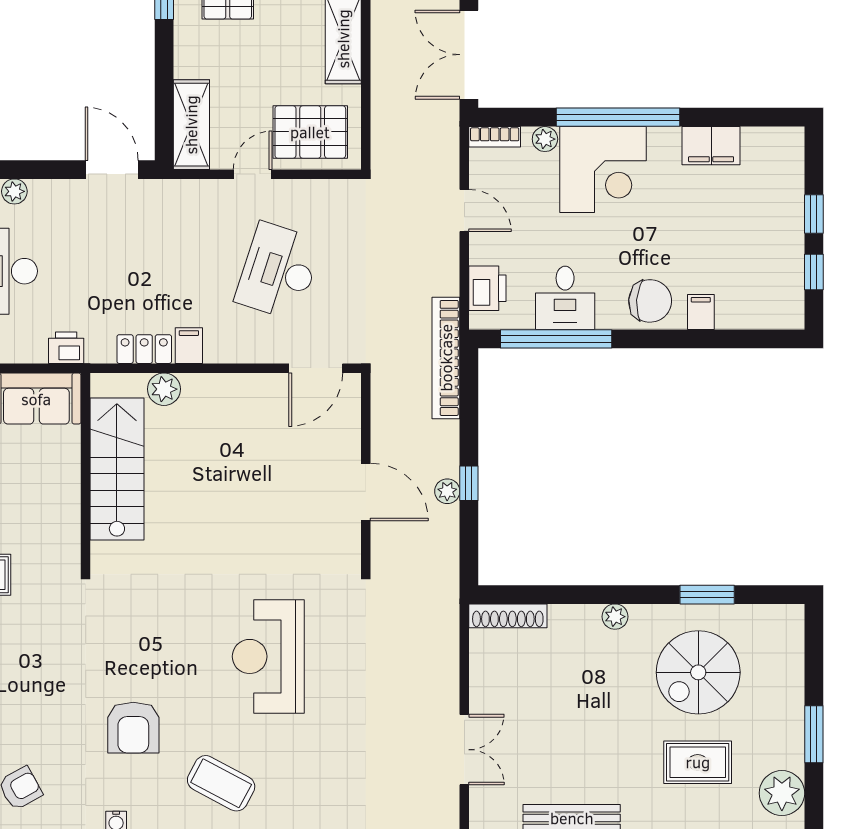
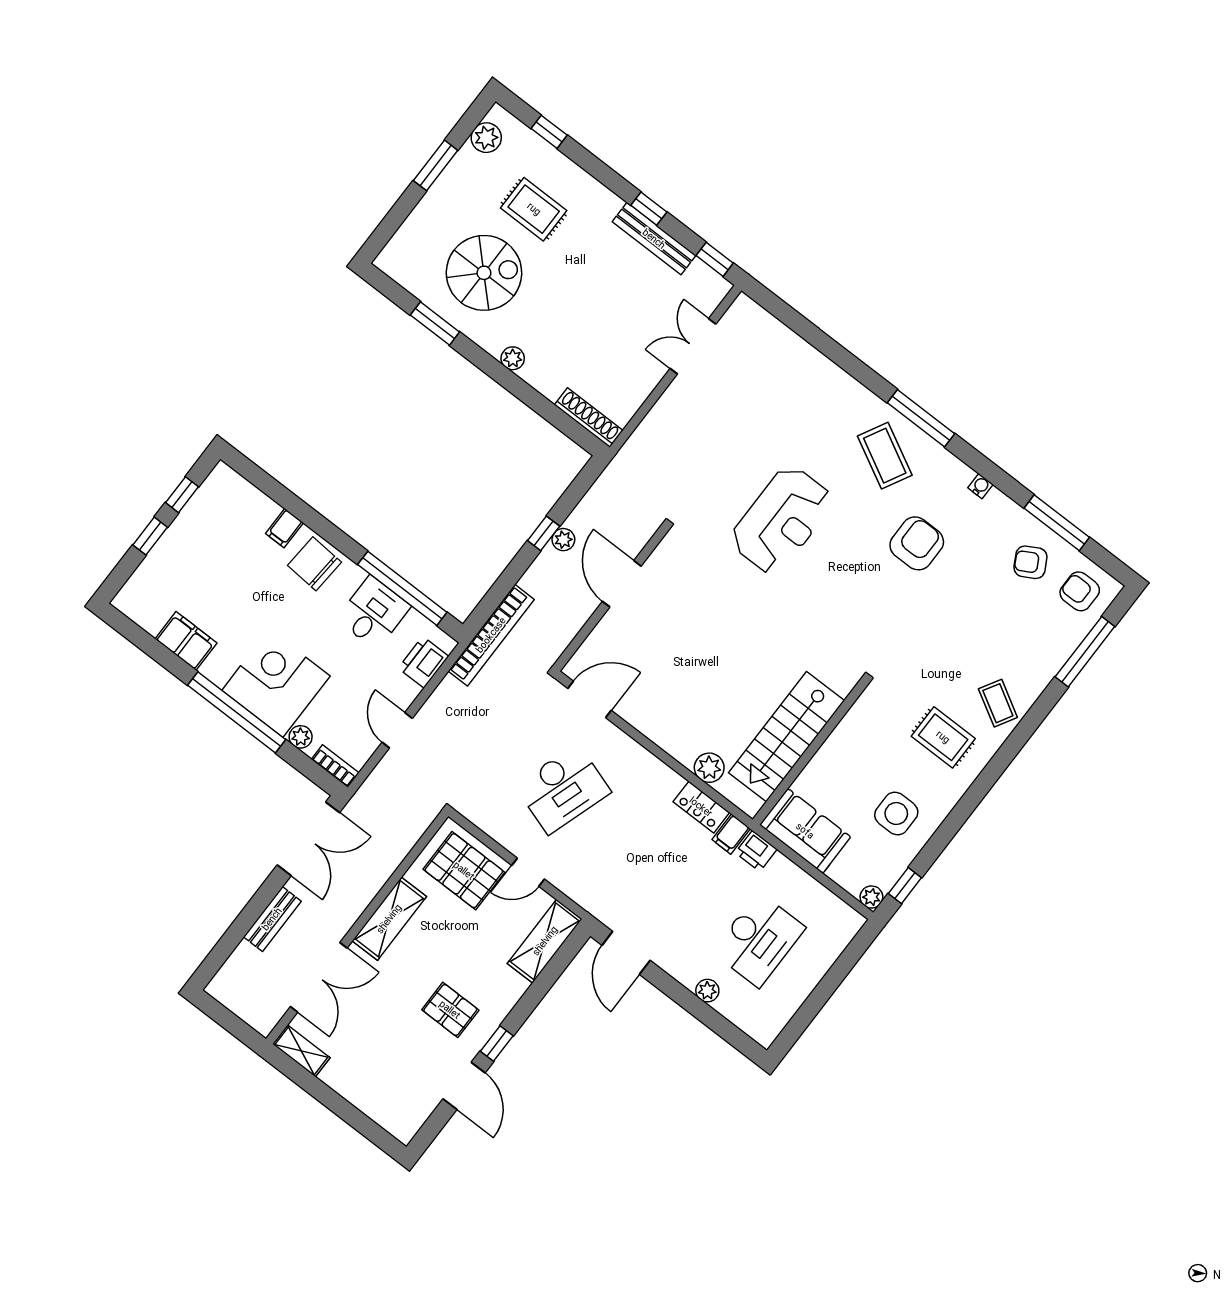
filing cabinet: (189, 346) -> (731, 834), moved
plant: (782, 793) -> (486, 138), width x0.73, depth x0.73

